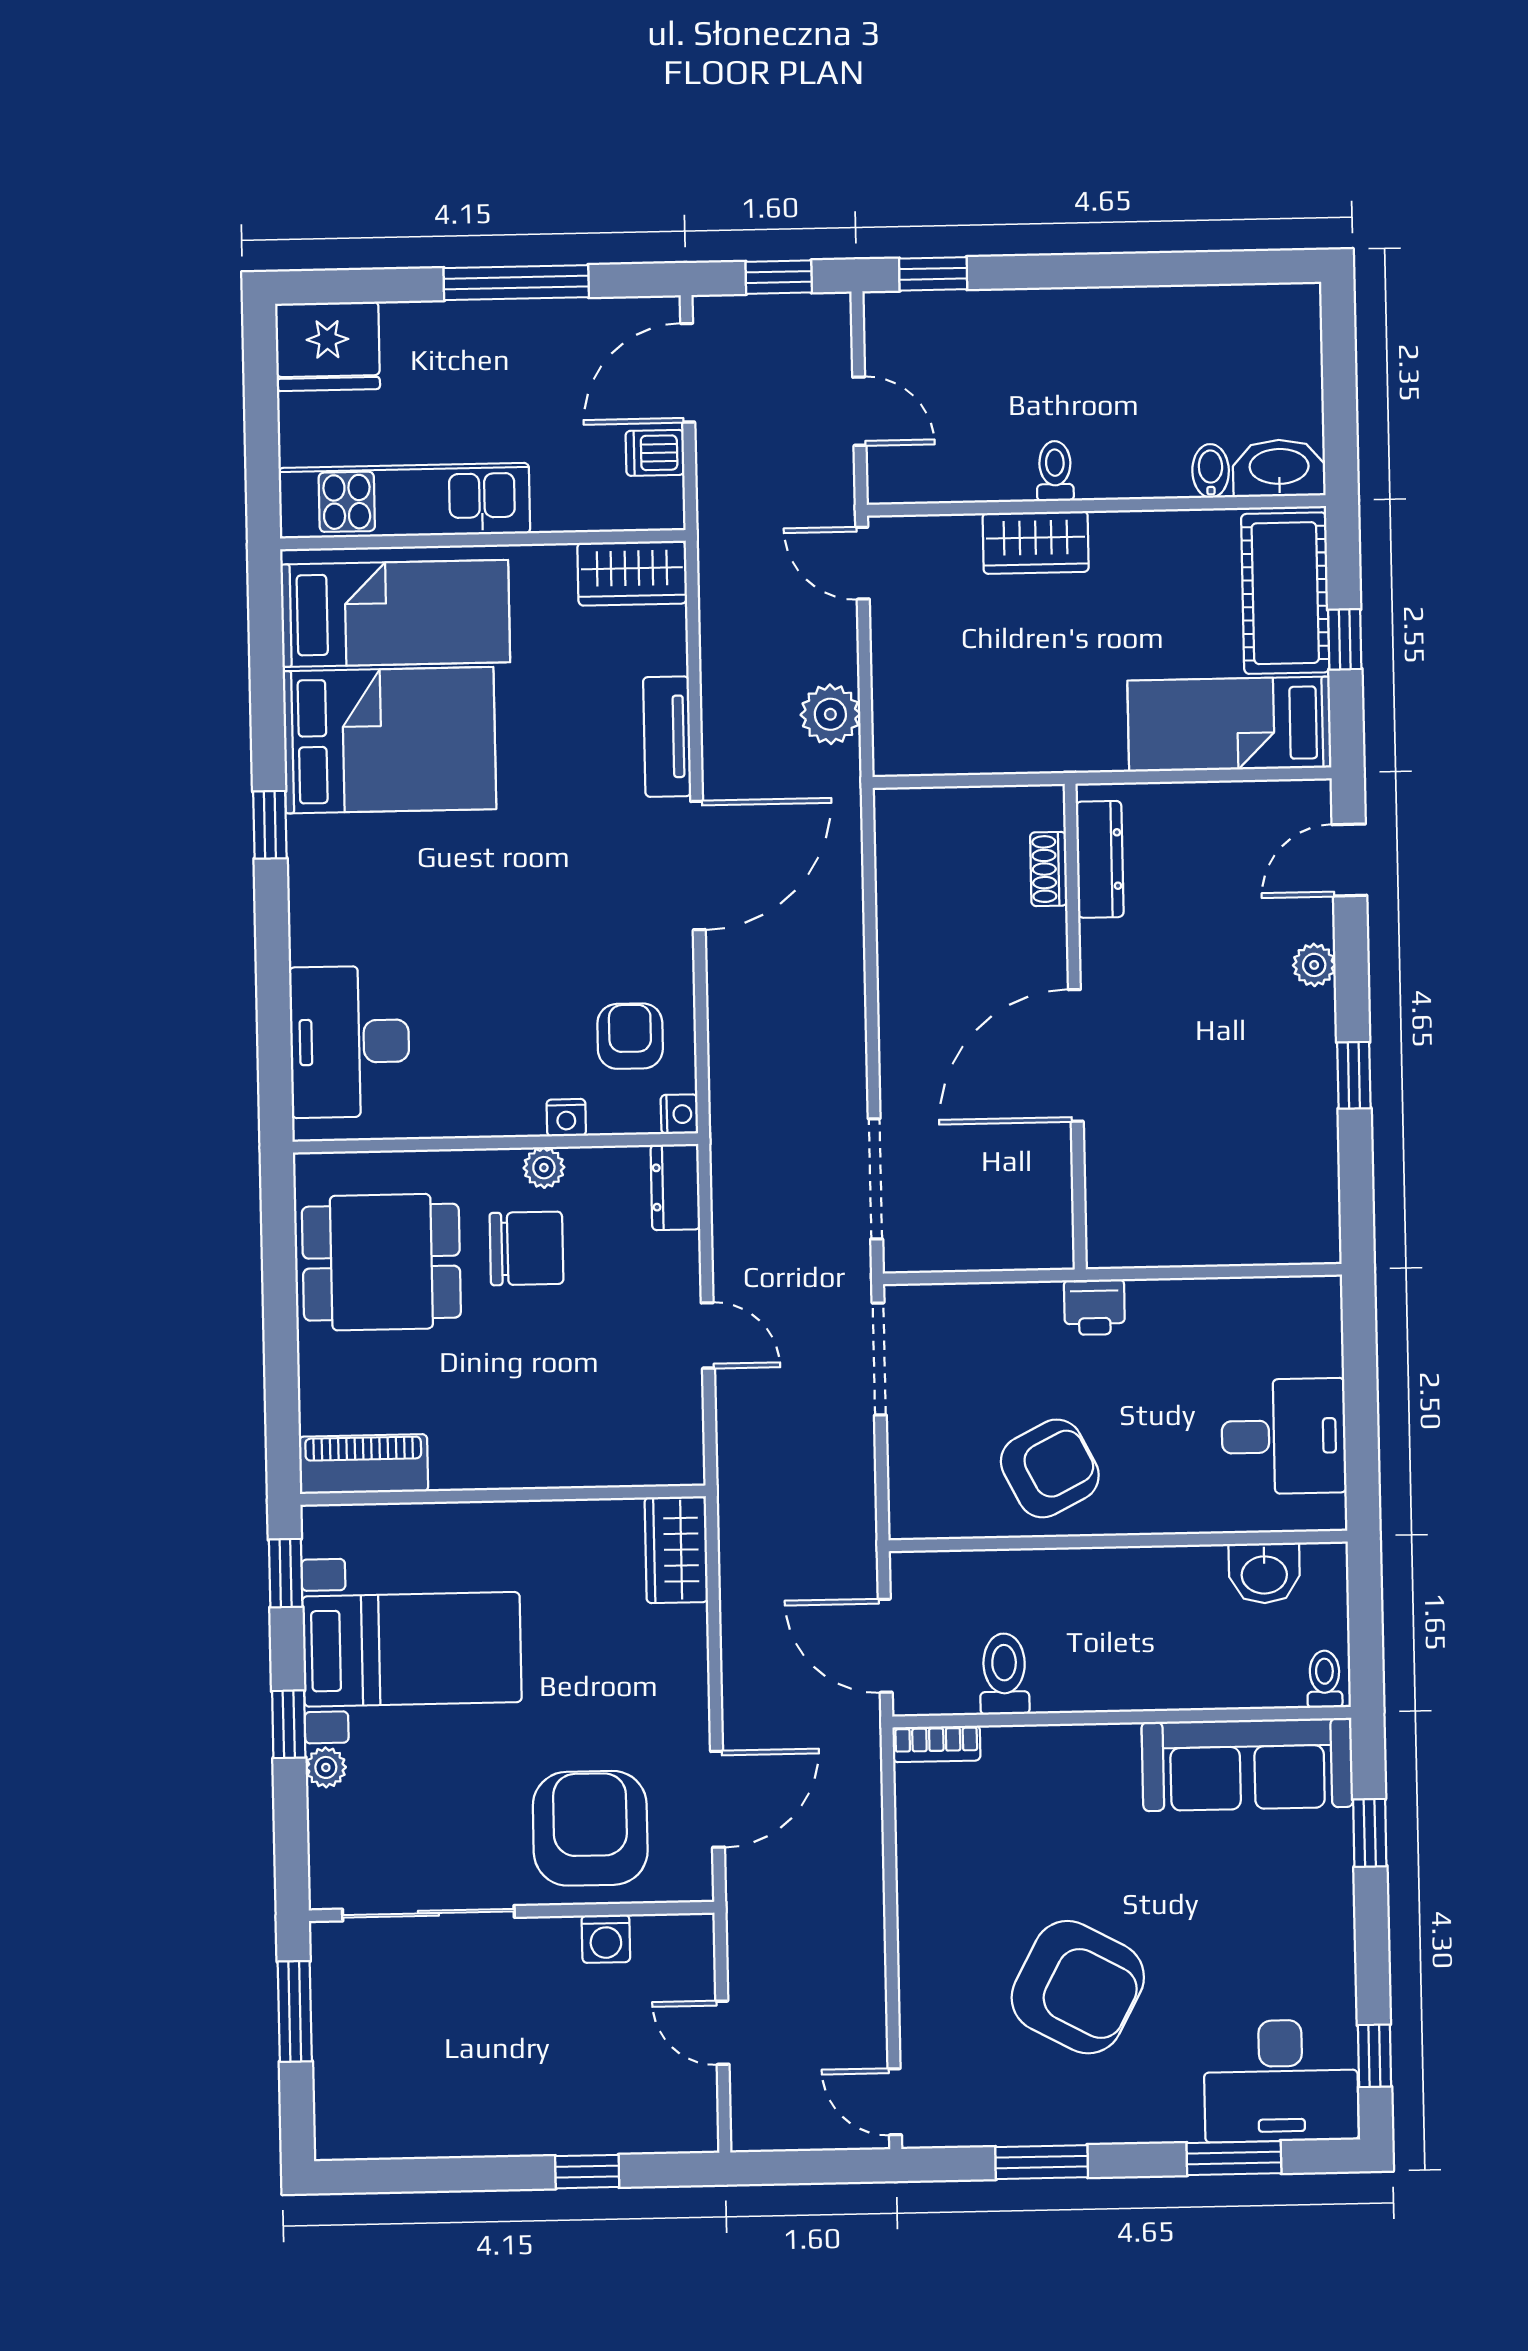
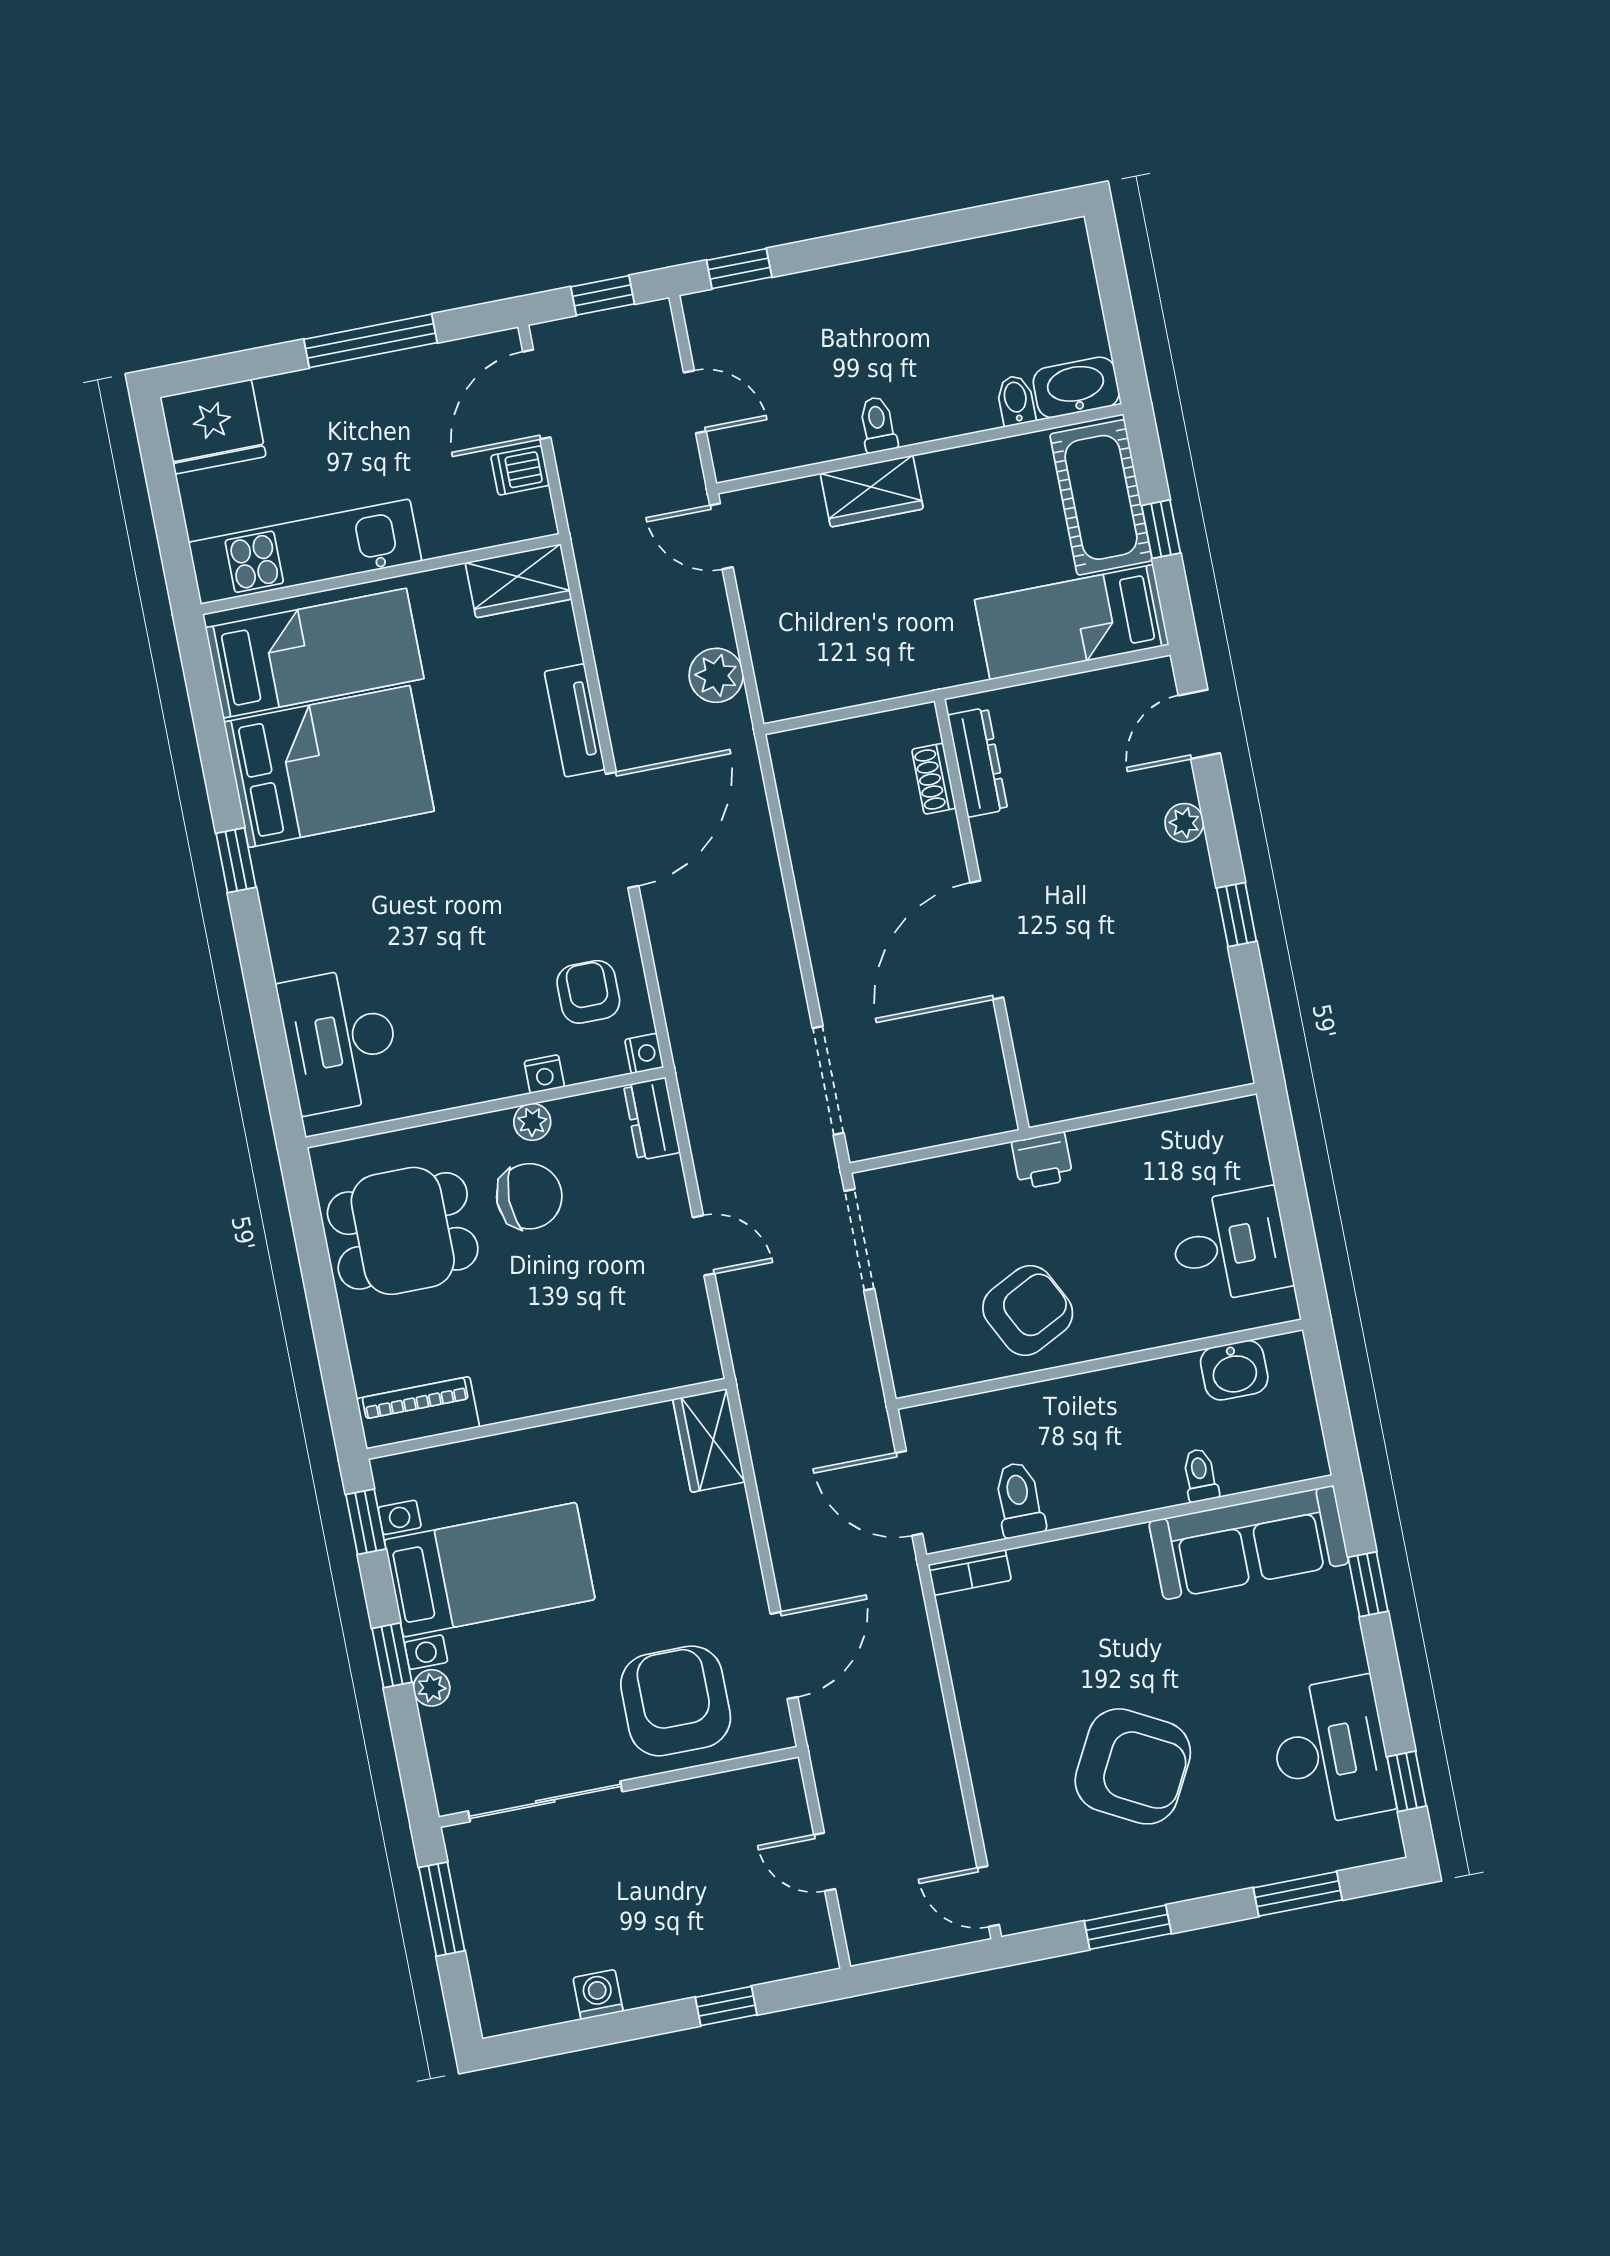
toilet: (1325, 1679) -> (1200, 1475), moved
washing machine: (606, 1939) -> (598, 1995), moved, turned 180
desk: (1281, 2081) -> (1331, 1751), moved, turned -90

